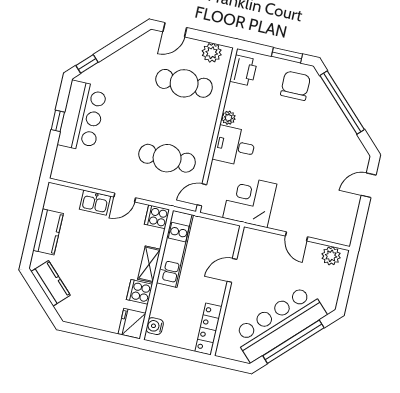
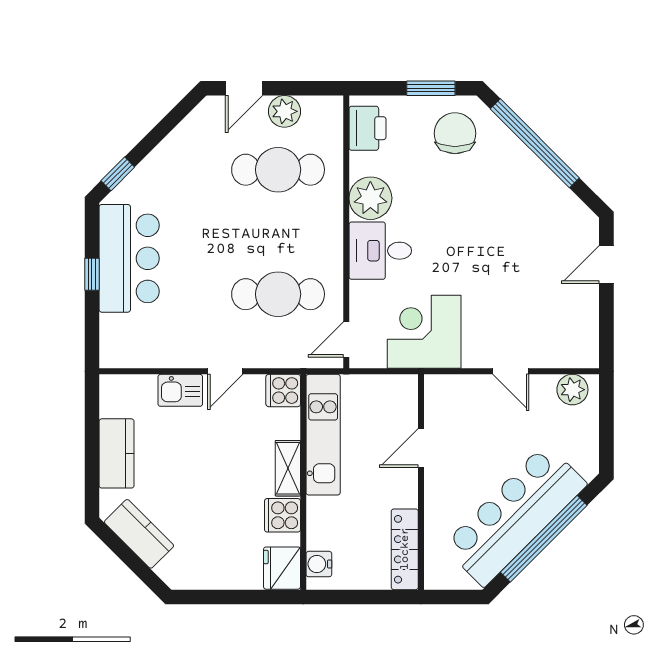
plant: (212, 53) -> (284, 111), moved
plant: (228, 118) -> (370, 198), width x1.88, depth x1.88

